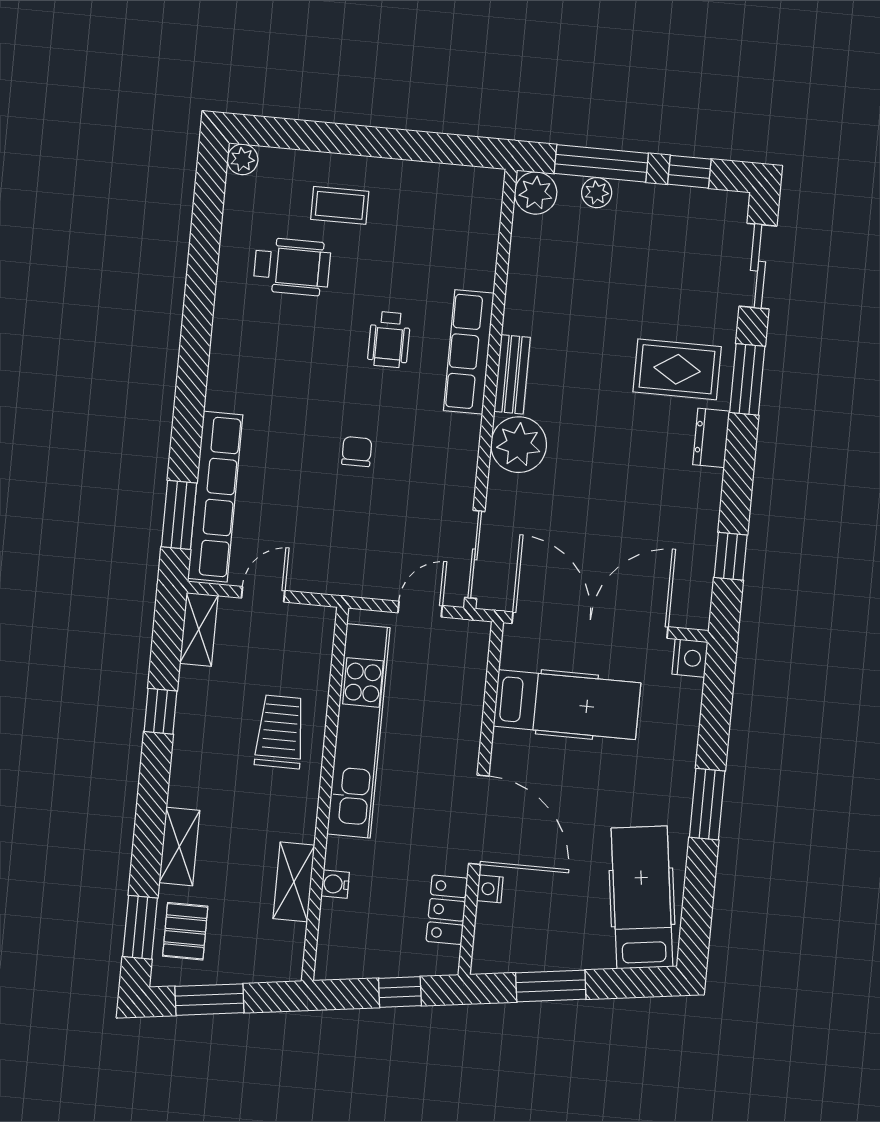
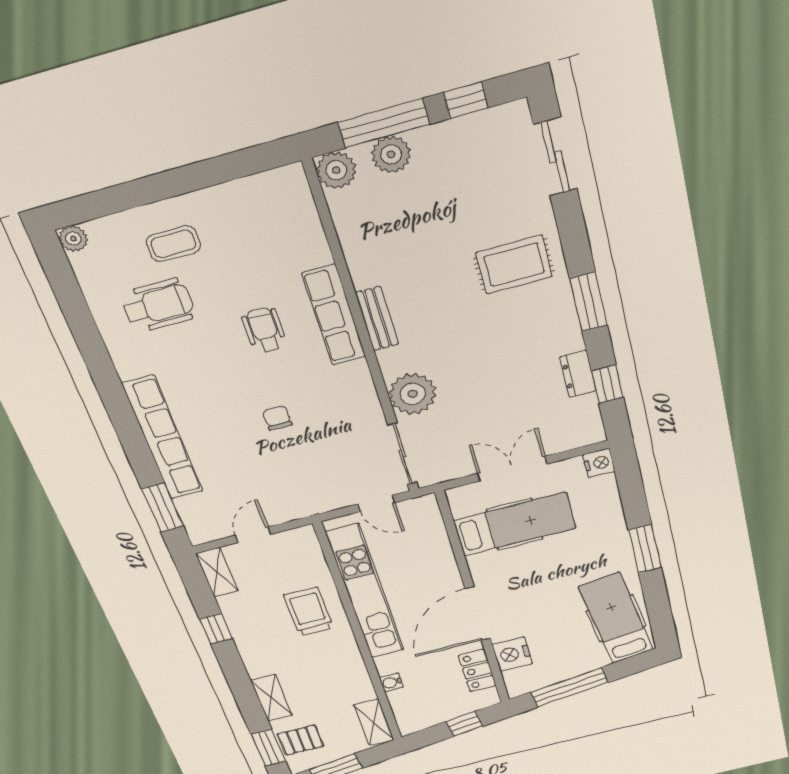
plant: (597, 193) -> (391, 154), width x1.38, depth x1.38
wheelchair: (389, 339) -> (264, 330), turned 180
window: (747, 379) -> (589, 302), moved
dresser: (711, 438) -> (578, 374), moved
plant: (519, 445) -> (413, 394), moved
row of seats: (215, 497) -> (163, 438), moved
door: (420, 609) -> (376, 503), swing flipped
double door: (590, 625) -> (512, 469), width x0.54
door: (479, 820) -> (478, 614), swing flipped
shelving: (294, 882) -> (374, 722), moved
nightstand: (490, 889) -> (512, 654), width x1.89, depth x1.79
pallet: (185, 931) -> (300, 740), turned 90
window: (551, 986) -> (569, 687), width x1.44

